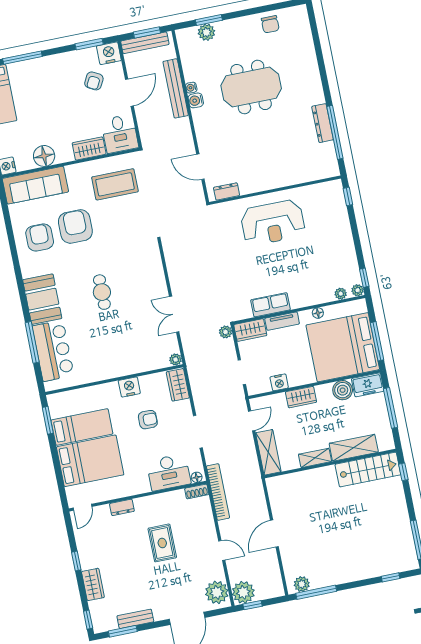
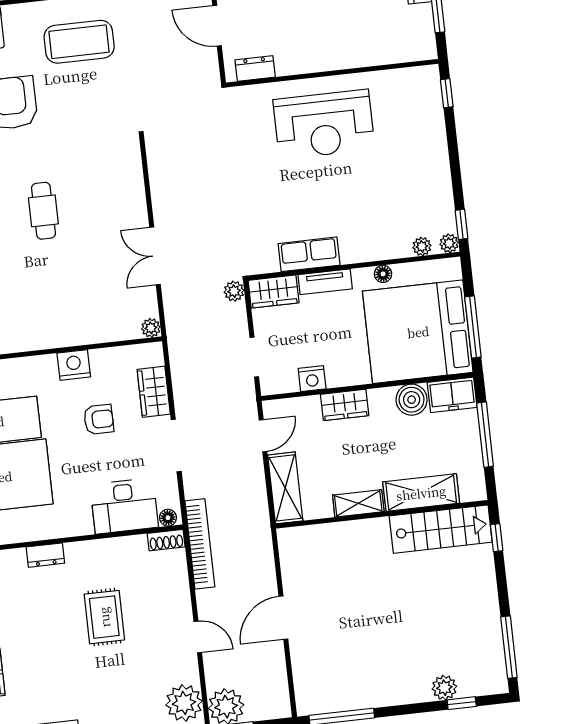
wardrobe: (178, 385) -> (154, 392), moved
plant: (302, 584) -> (444, 688), moved

